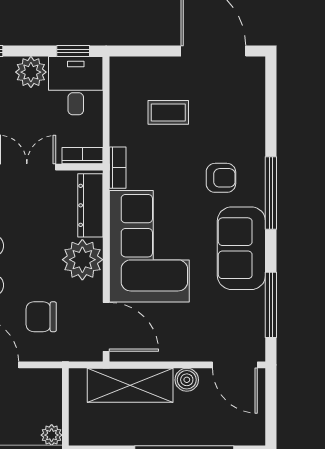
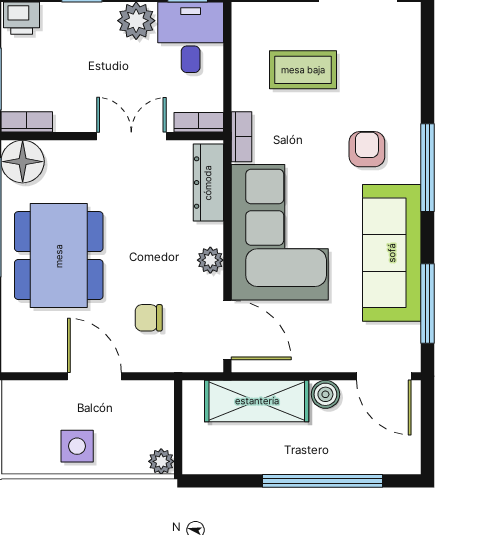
coffee table: (168, 112) -> (303, 70), width x1.36, depth x1.30
armchair: (221, 178) -> (367, 149), turned -90
sofa: (241, 248) -> (392, 253), width x1.36
plant: (82, 260) -> (210, 260), width x0.53, depth x0.53
chair: (41, 317) -> (149, 318), width x0.73, depth x0.73

